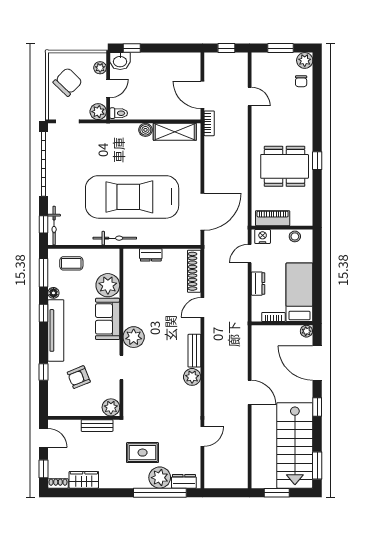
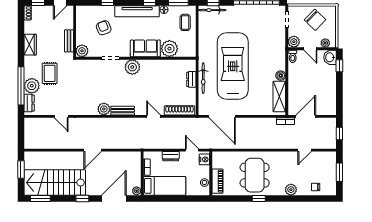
plant: (305, 60) -> (291, 190), moved
piano: (273, 218) -> (217, 181), moved
bicycle: (115, 238) -> (203, 78), moved
wardrobe: (84, 480) -> (30, 45), moved

